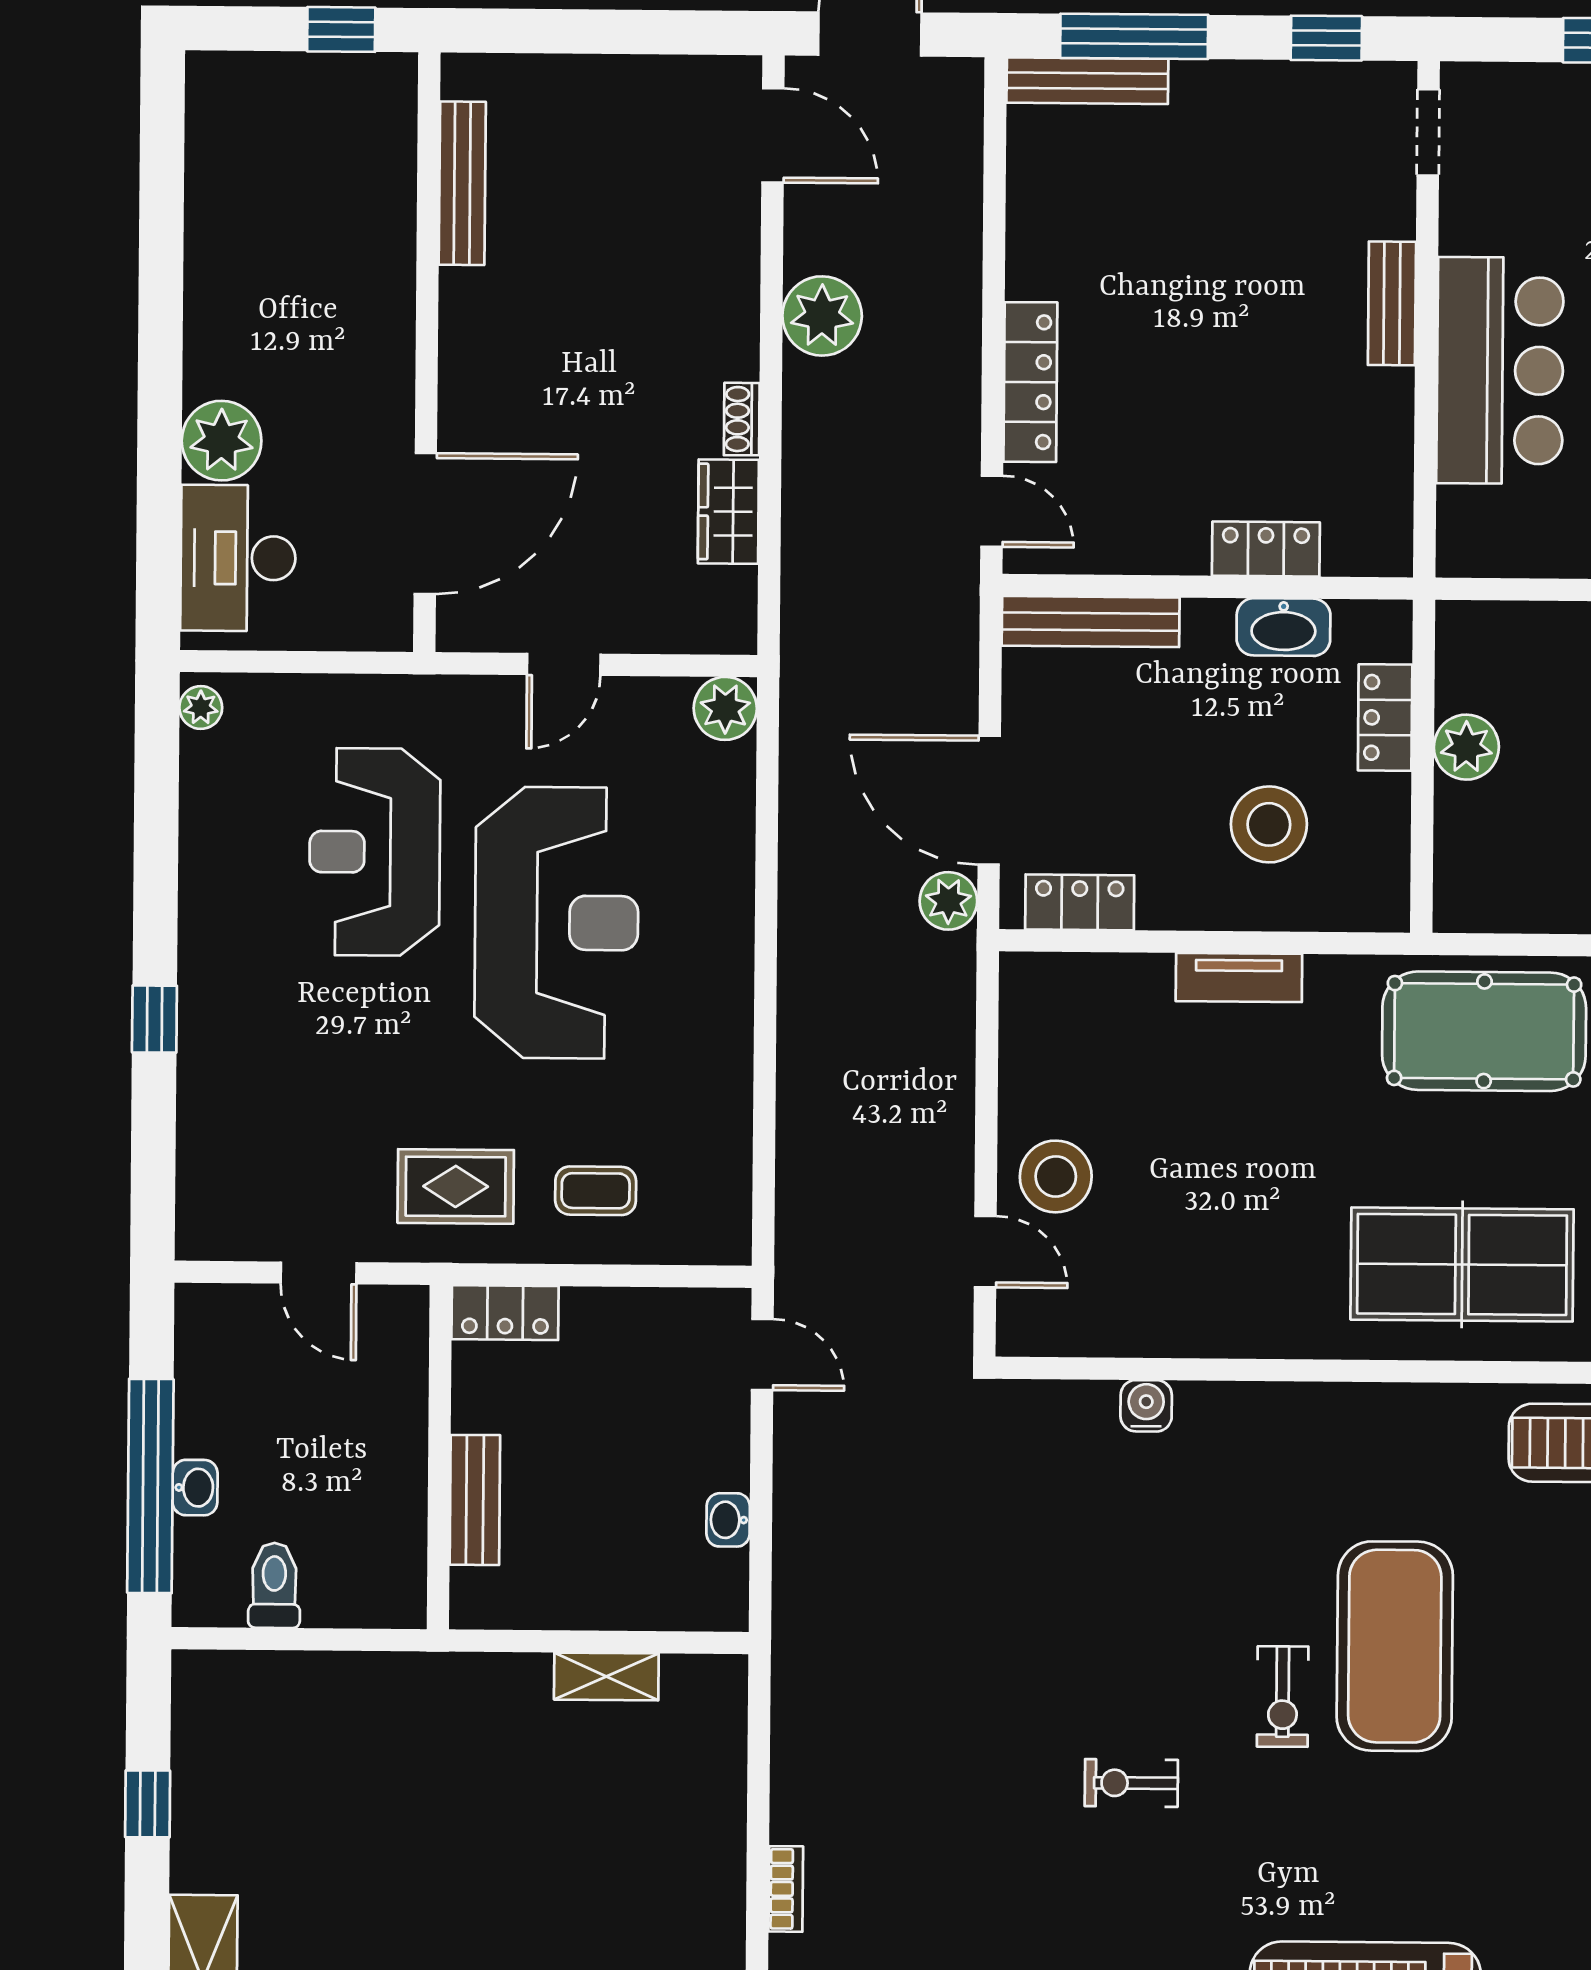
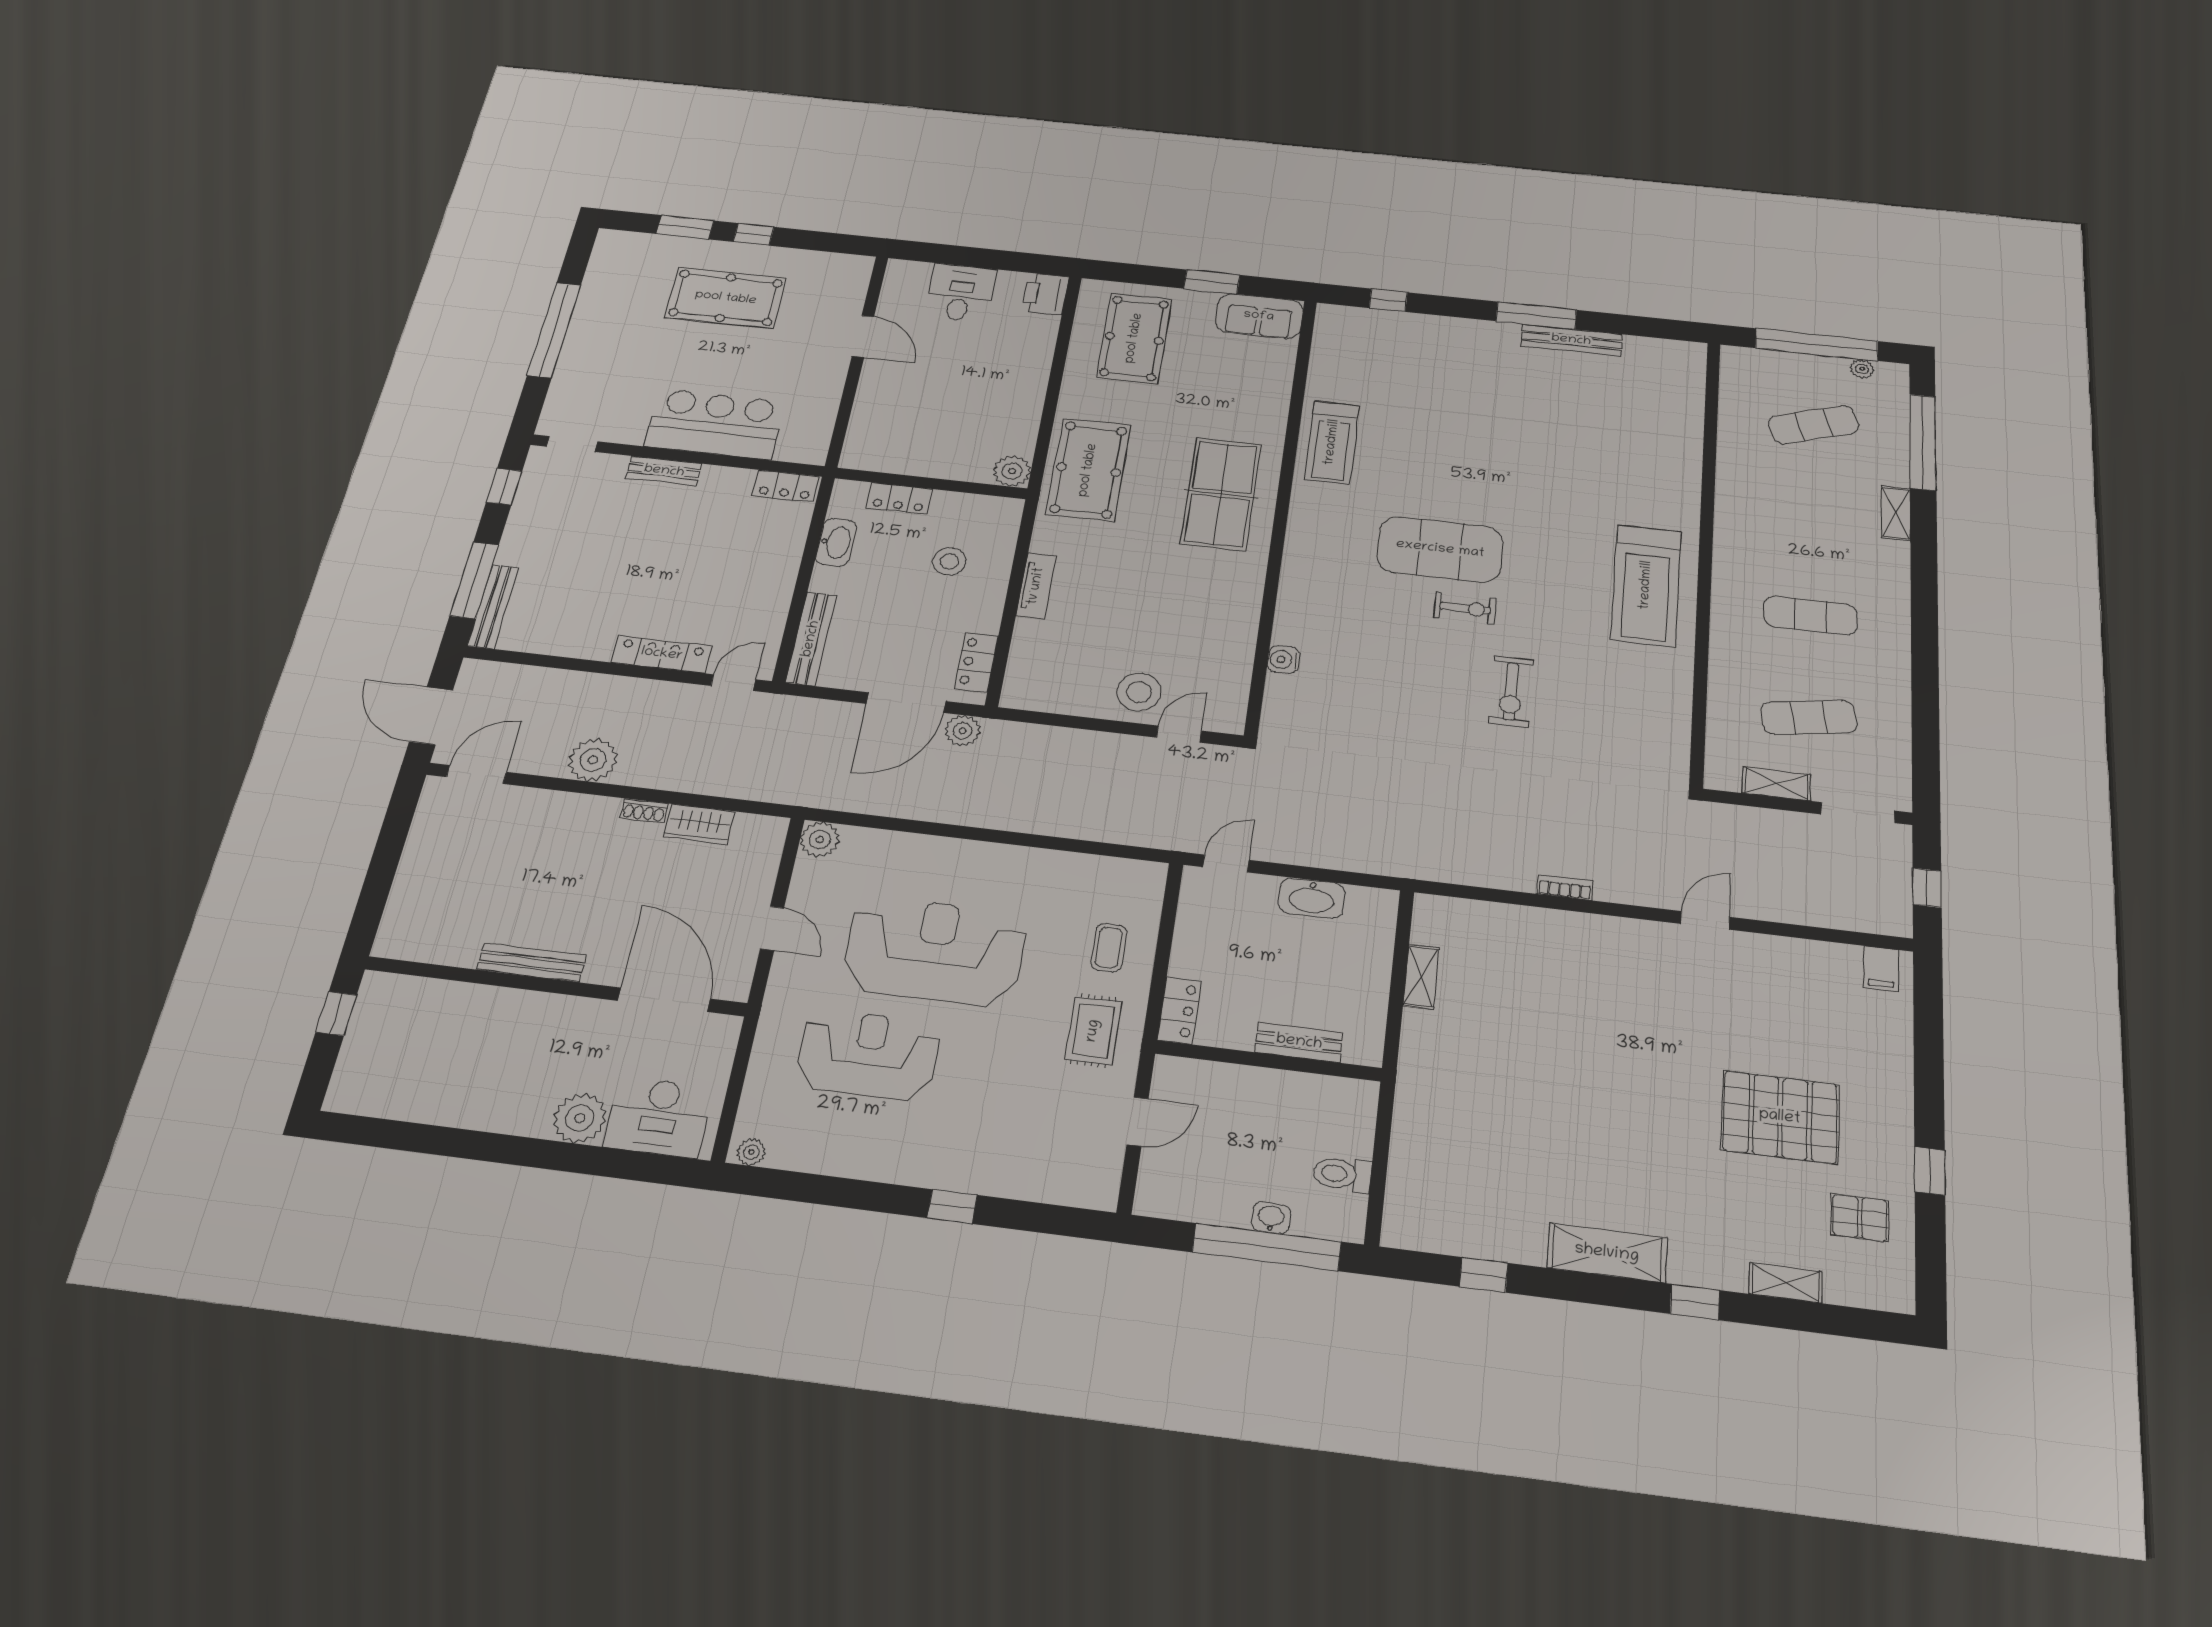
bench: (462, 183) -> (531, 963), moved
locker: (1266, 549) -> (786, 486), moved, turned -90
plant: (1466, 747) -> (1012, 471), moved
stool: (1269, 824) -> (949, 561), width x0.73, depth x0.73
reception desk: (375, 852) -> (868, 1055), turned 180
washbasin: (728, 1520) -> (1312, 898), width x1.91, depth x1.45
exercise bike: (1131, 1783) -> (1511, 691), width x1.38, depth x1.39

